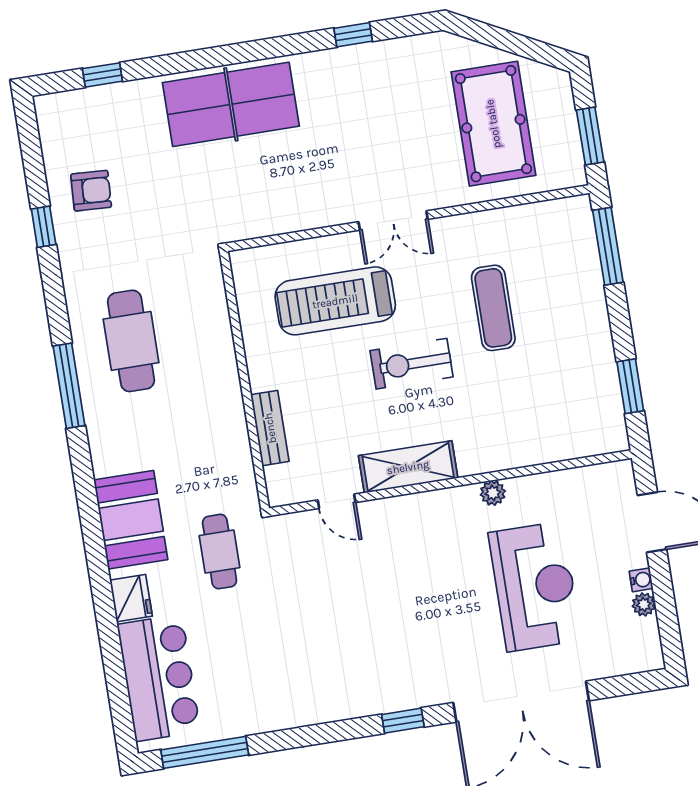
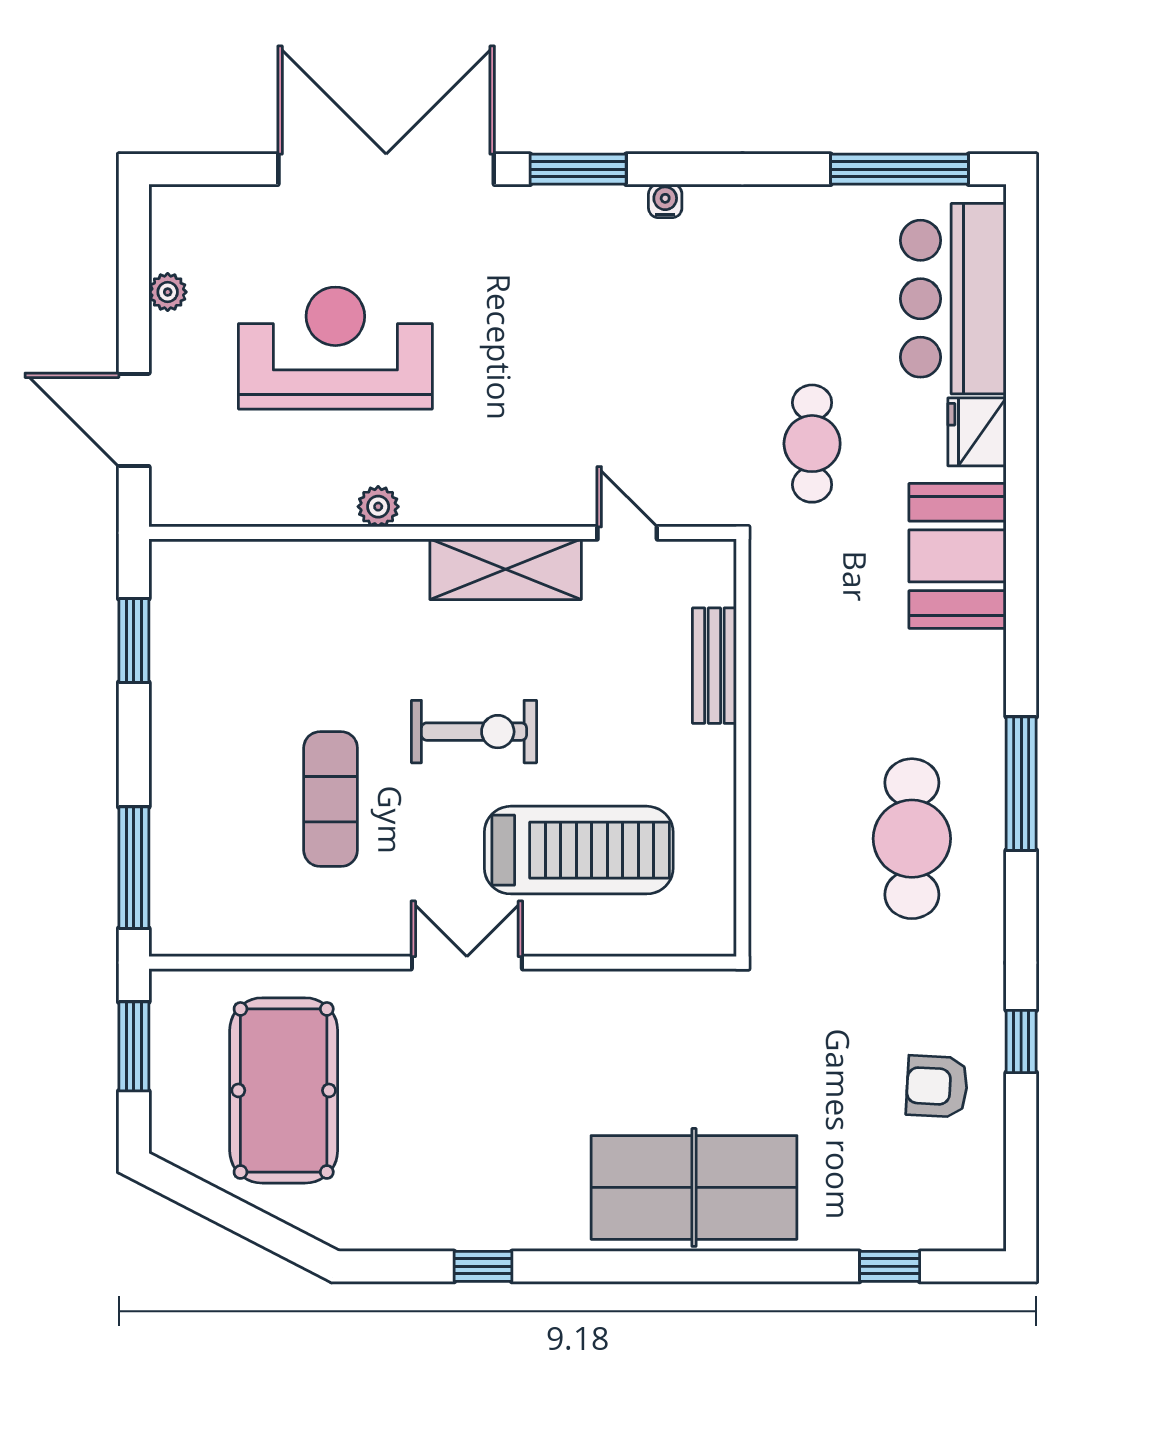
cafe table: (220, 552) -> (812, 444), moved
water cooler: (641, 580) -> (665, 201), moved, turned 90
reception desk: (535, 586) -> (335, 348), turned 90
window: (403, 721) -> (578, 169), width x1.50

